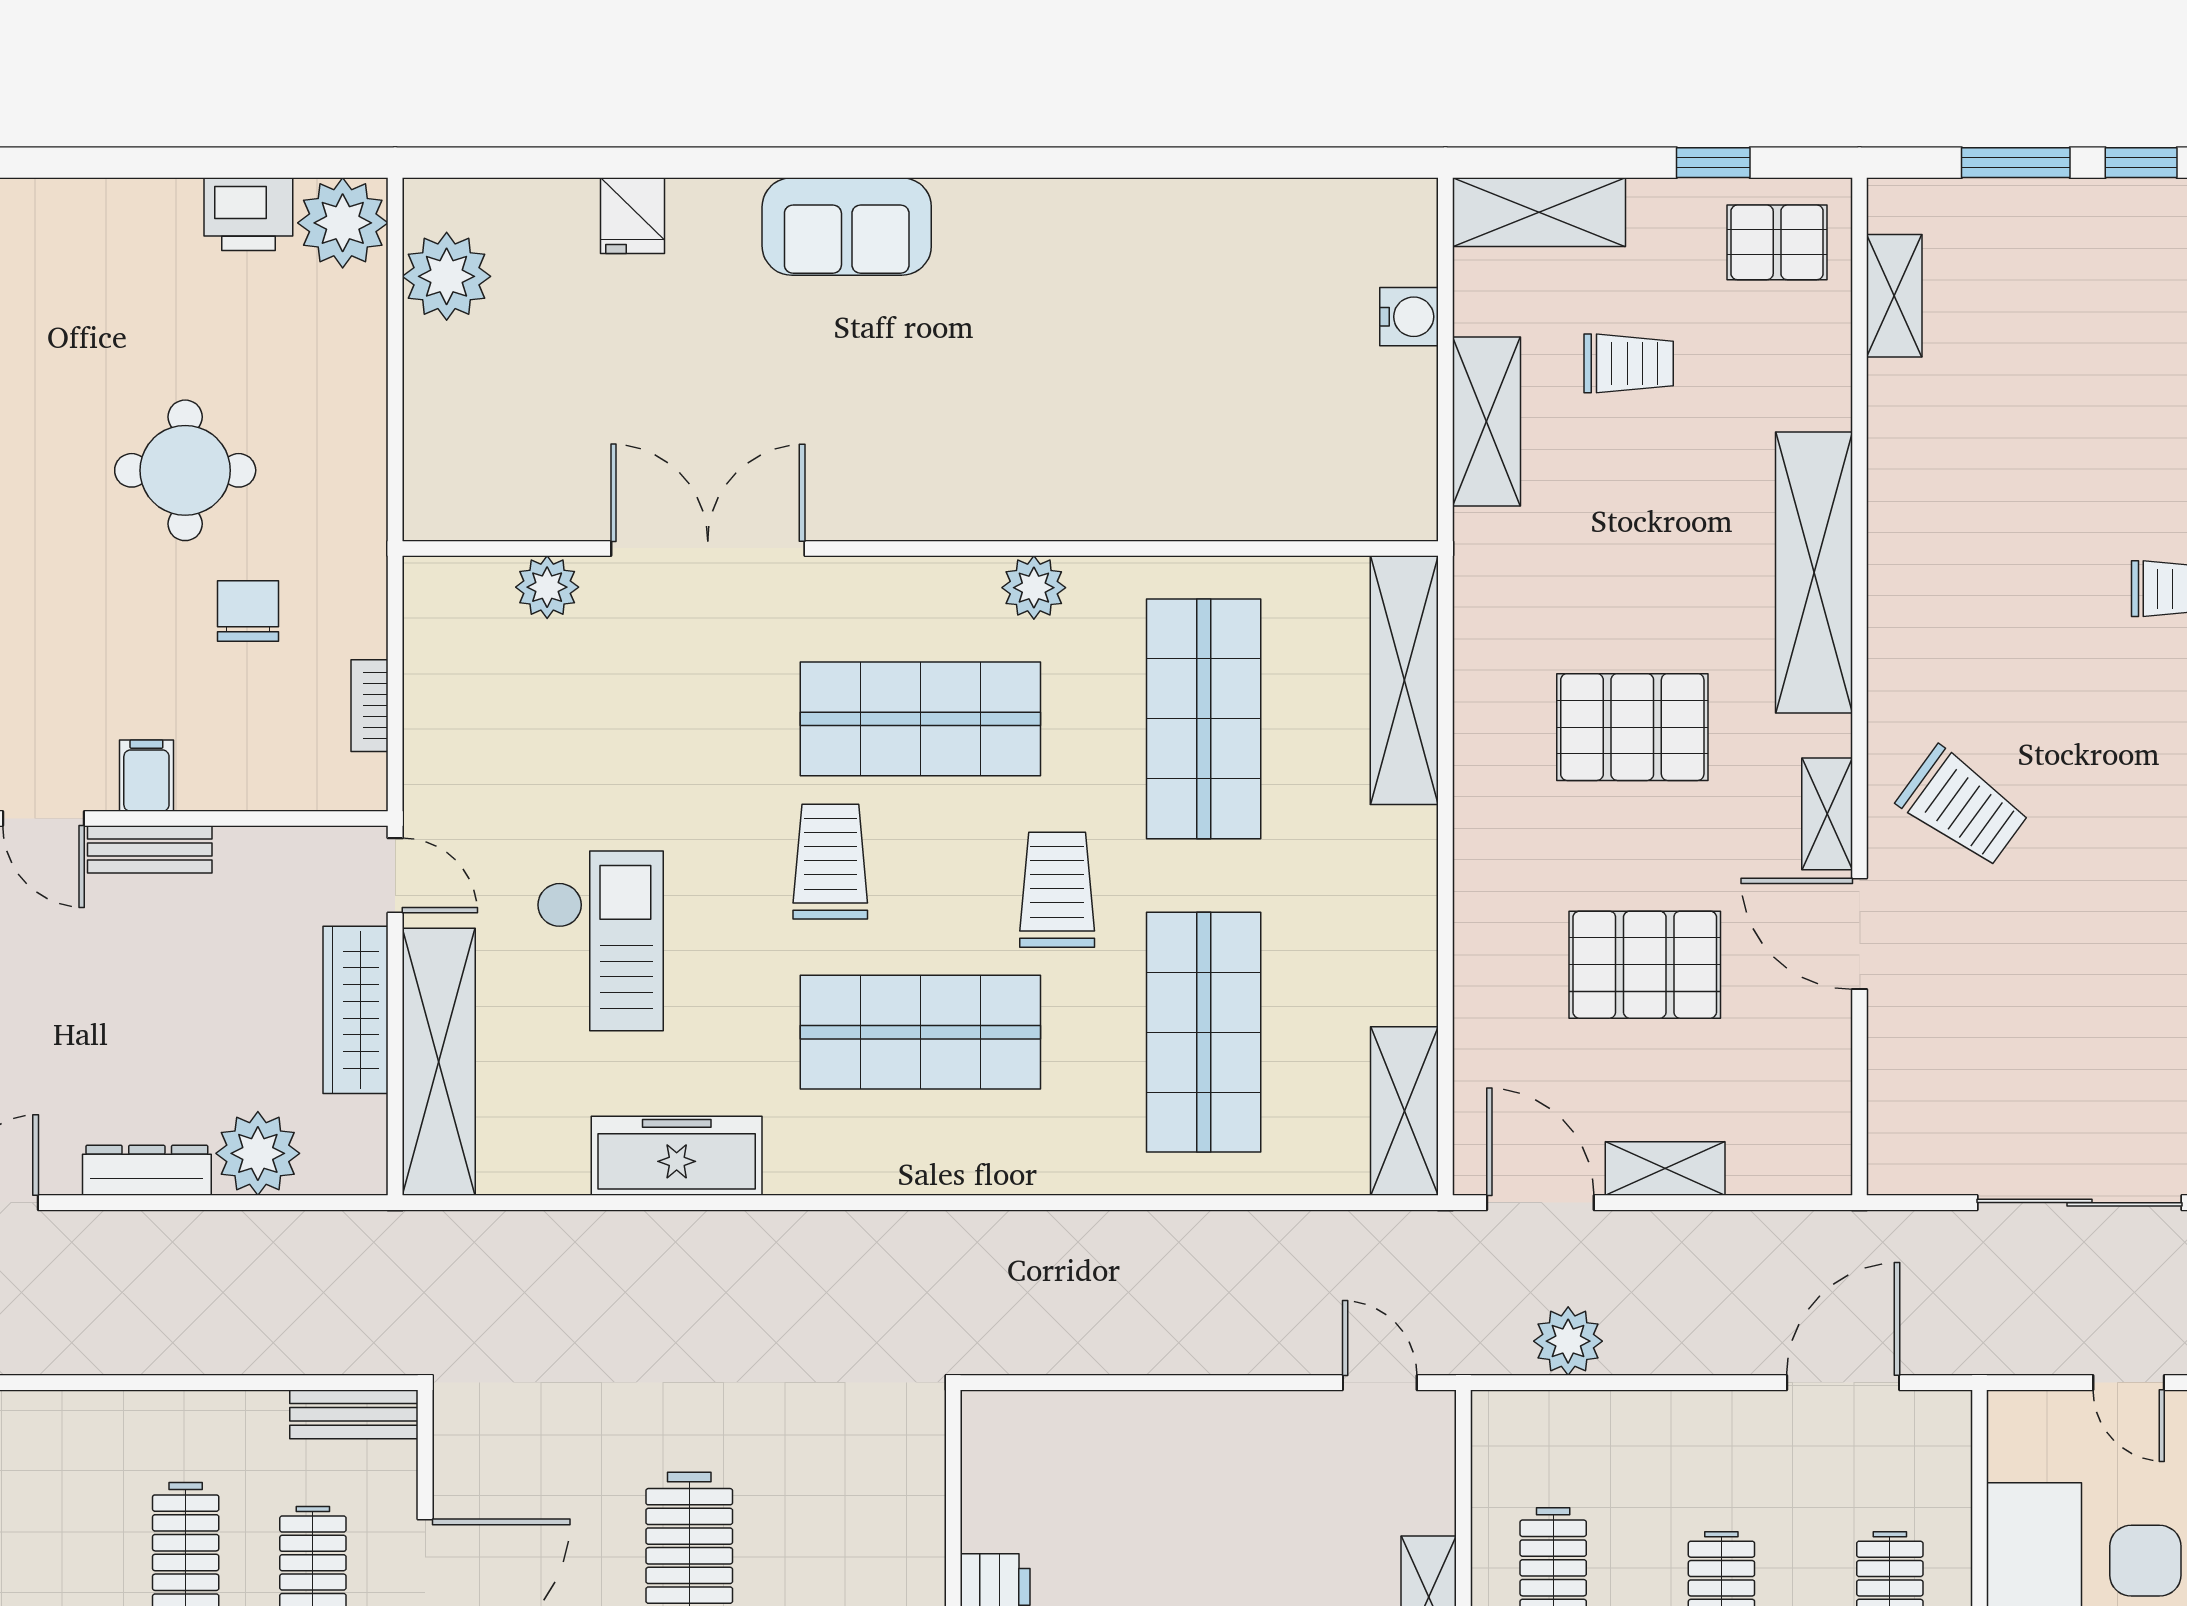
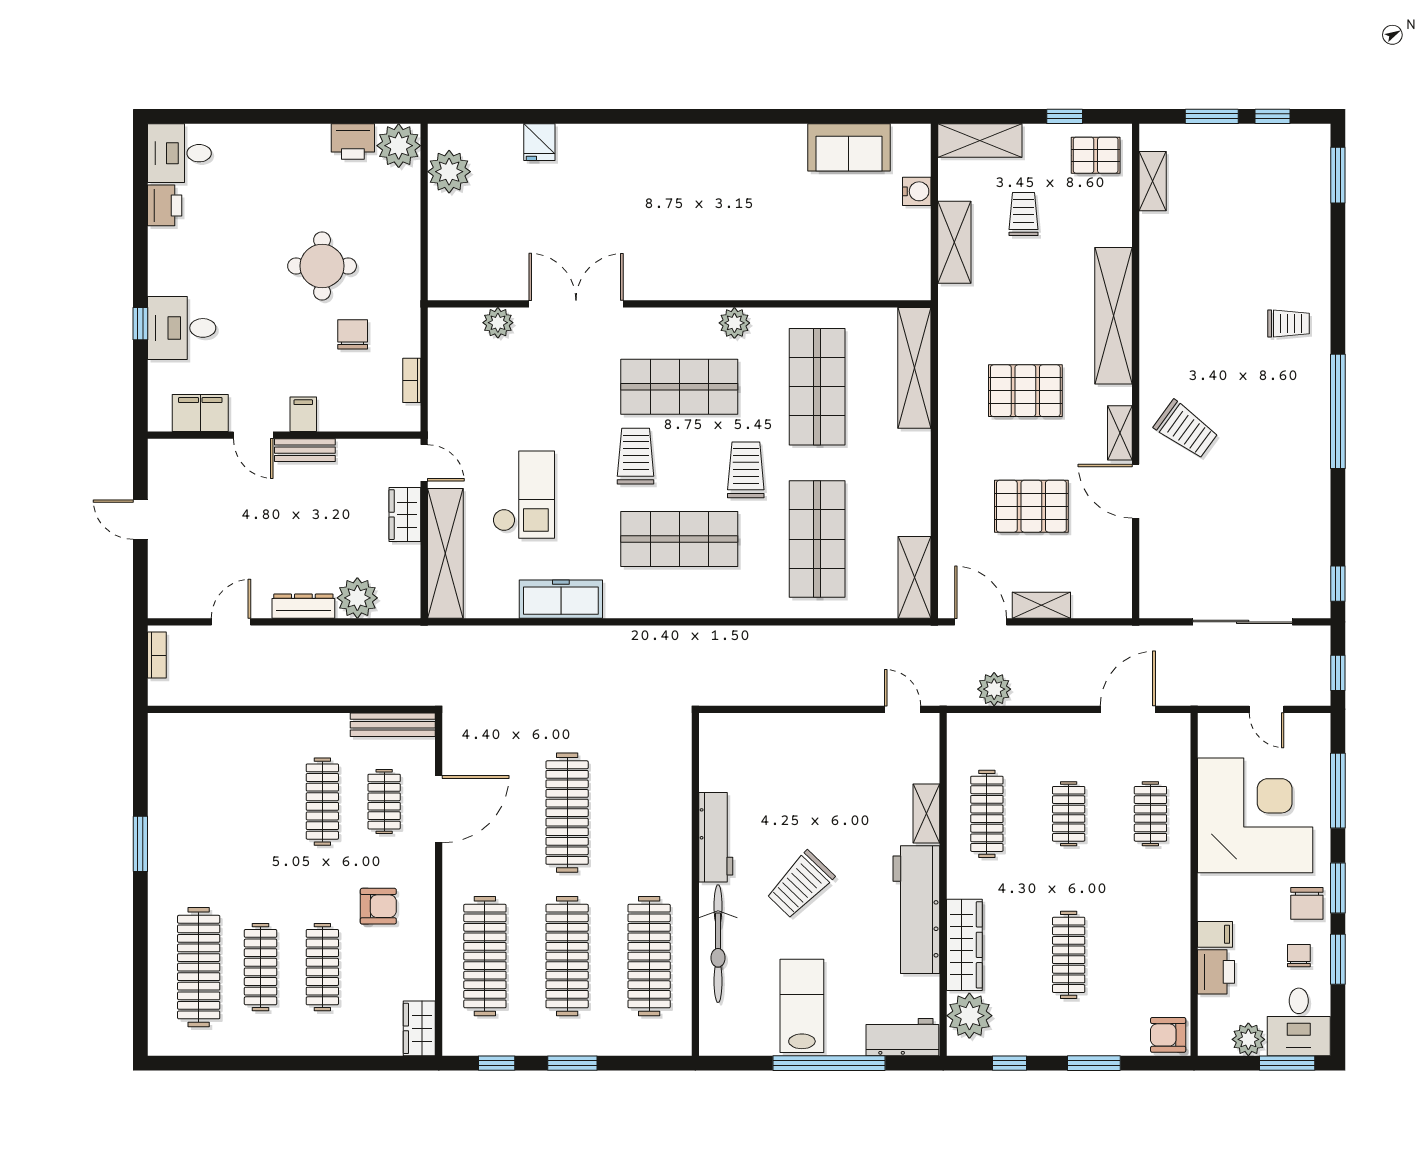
sofa: (847, 226) -> (849, 147), moved
trolley: (1629, 363) -> (1024, 214), turned -90
wardrobe: (356, 1010) -> (405, 515), width x0.67
bench: (354, 1414) -> (393, 725), width x1.36

